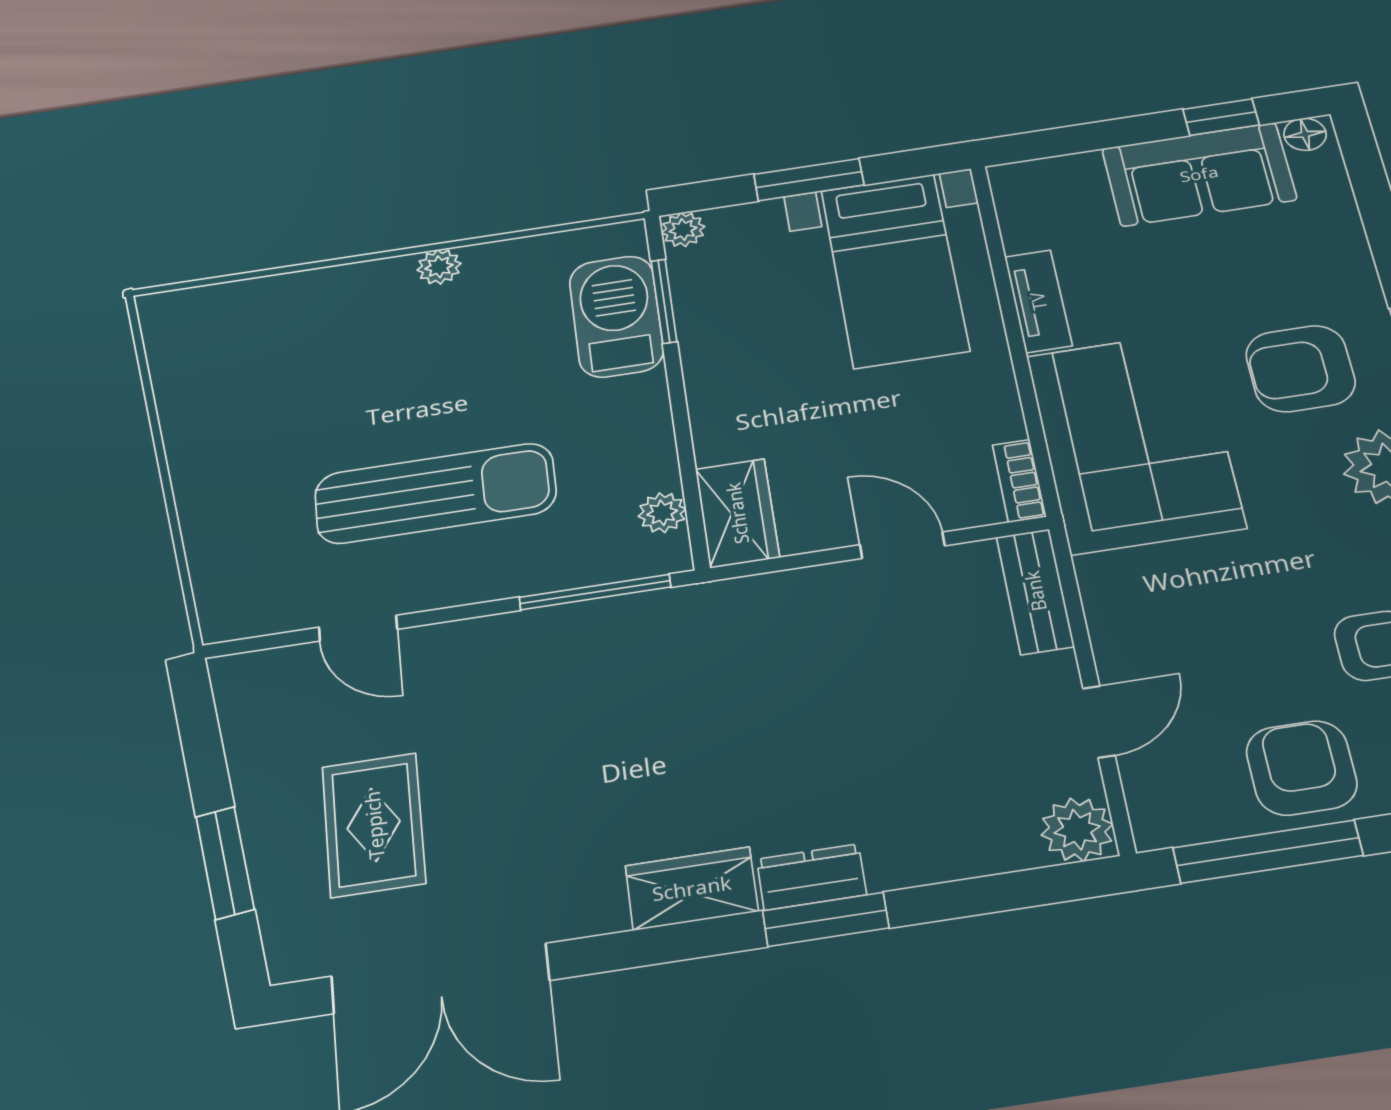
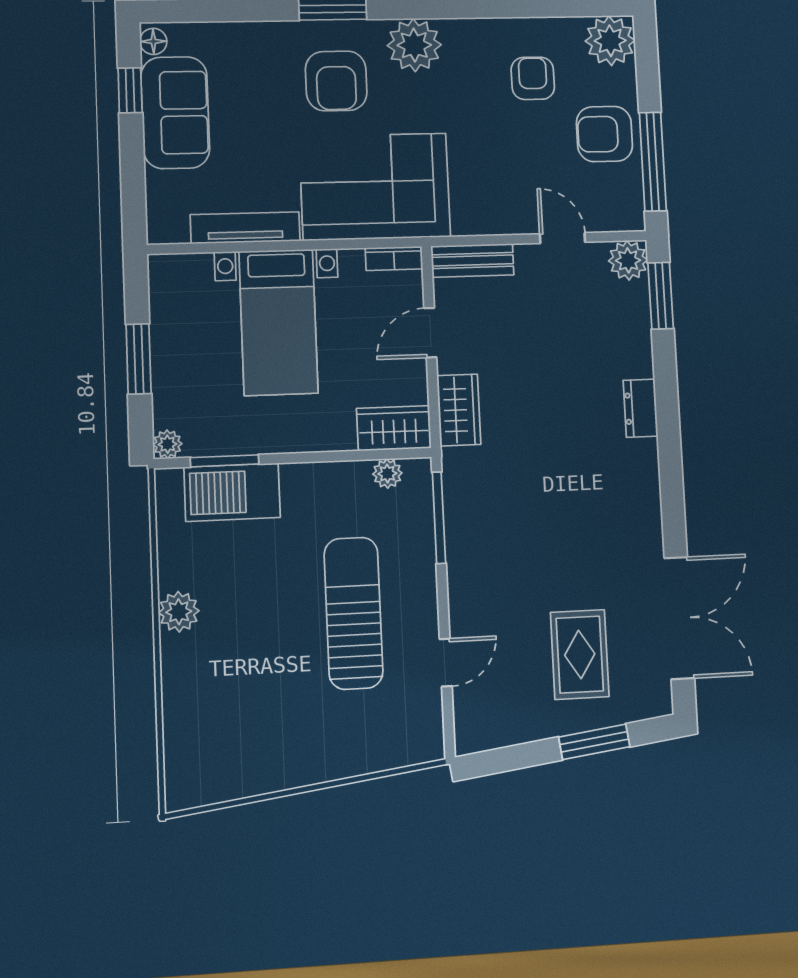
plant: (439, 267) -> (179, 612), width x1.38, depth x1.38
bed with nightstands: (894, 270) -> (278, 322), moved, turned 90
tv unit: (1038, 301) -> (245, 228), width x1.41
rug: (374, 825) -> (580, 655), turned 90
wardrobe: (692, 888) -> (459, 410), moved, turned 180
window: (826, 919) -> (661, 296), moved

